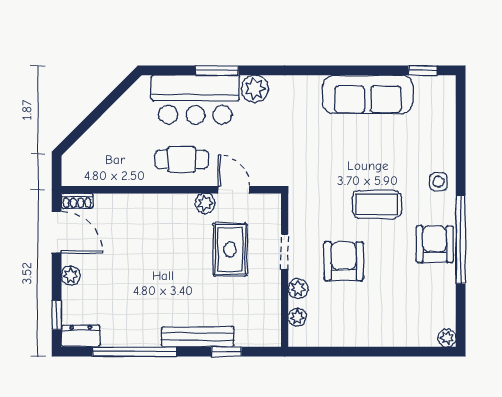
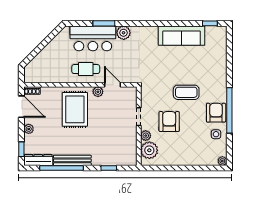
side table: (438, 182) -> (216, 134), moved
rug: (230, 249) -> (75, 109), moved, width x1.36, depth x1.43
plant: (297, 317) -> (149, 150), width x1.88, depth x1.88
dresser: (81, 336) -> (38, 160), width x1.44
bench: (198, 337) -> (72, 160), moved

